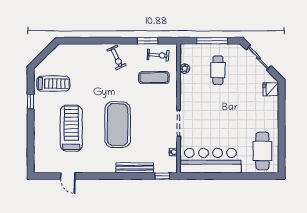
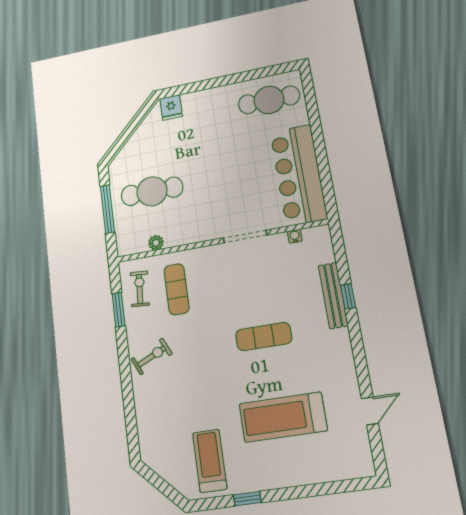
sliding door: (259, 58) -> (126, 135), removed
cafe table: (218, 70) -> (152, 191), width x1.37, depth x1.35
exercise mat: (118, 125) -> (264, 337), width x0.50, depth x0.69
window: (162, 176) -> (348, 296), moved

